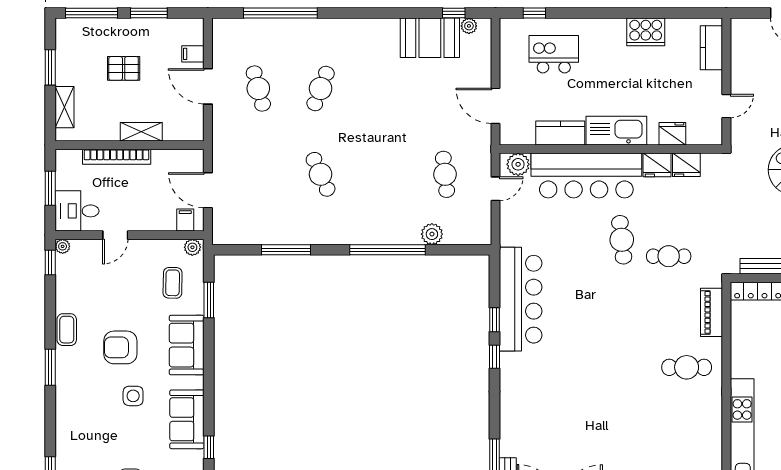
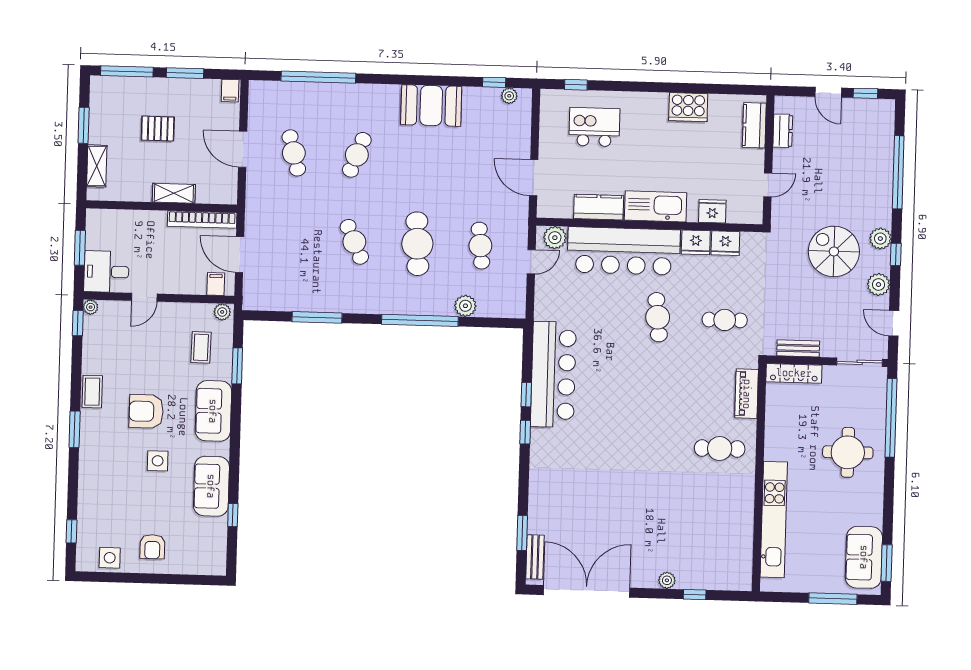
booth: (430, 38) -> (431, 106), moved
dresser: (740, 52) -> (783, 131), added
filing cabinet: (193, 54) -> (230, 91), moved, turned -90
bookcase: (117, 157) -> (202, 219), moved
cafe table: (383, 174) -> (417, 244), added
cafe table: (669, 256) -> (725, 320), moved

